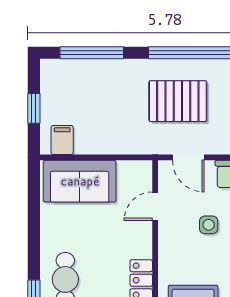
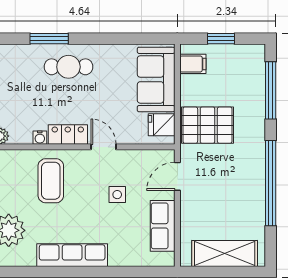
pallet: (178, 101) -> (207, 125), moved, turned 90
fridge: (130, 175) -> (162, 125), added
door: (155, 206) -> (104, 147), moved

